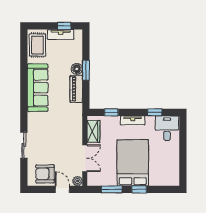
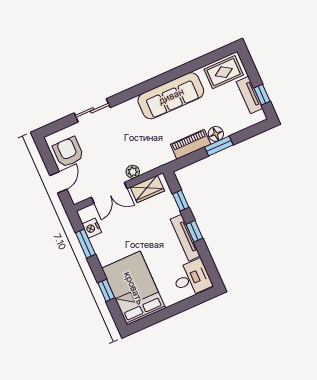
window: (155, 112) -> (194, 231), moved
tv unit: (133, 120) -> (185, 238), width x1.41
bed: (133, 163) -> (134, 288), moved, turned -90
plant: (77, 181) -> (133, 172), moved
nightstand: (103, 181) -> (92, 228), added
window: (139, 189) -> (106, 290), moved

